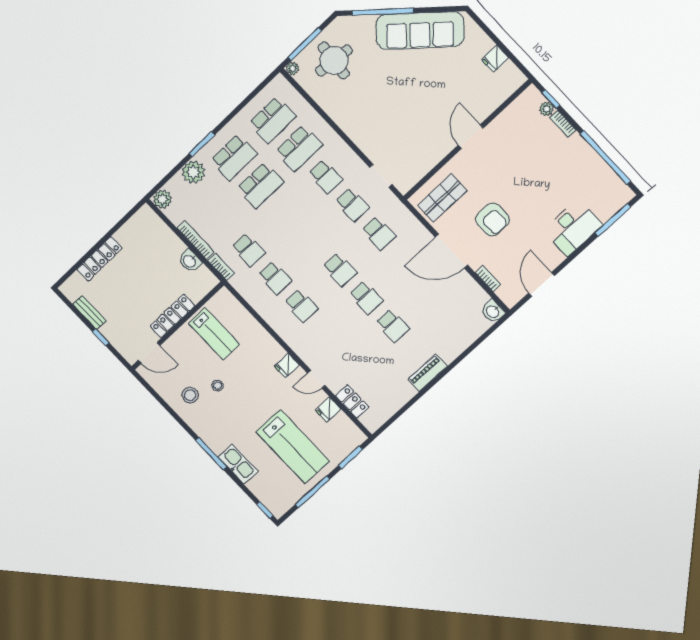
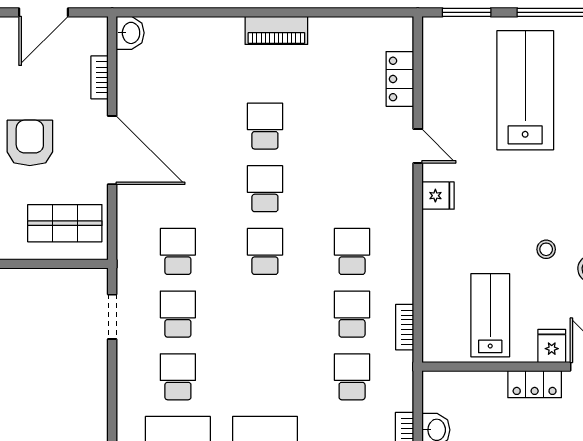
bookcase: (221, 267) -> (405, 327), moved
locker: (172, 316) -> (535, 384), width x0.66
fridge: (328, 410) -> (552, 346), moved, turned -90

